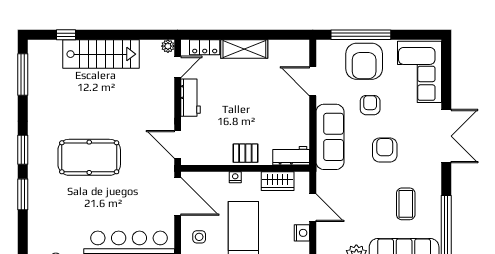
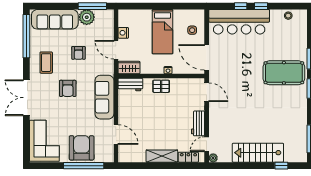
armchair: (370, 105) -> (78, 53), moved
pool table: (89, 157) -> (284, 73), moved
wardrobe: (278, 181) -> (129, 68), moved
coffee table: (406, 204) -> (46, 63), moved

